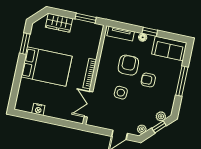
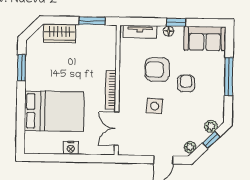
armchair: (128, 65) -> (157, 70), turned -90
bed: (46, 66) -> (54, 111), moved
armchair: (148, 80) -> (186, 83), turned 88
nightstand: (38, 109) -> (71, 148), moved

